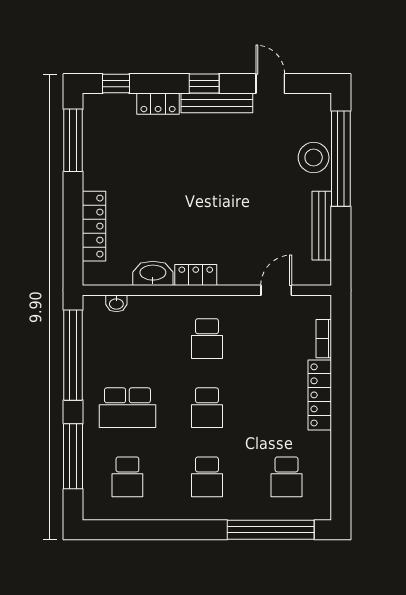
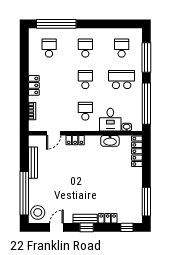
door: (270, 84) -> (56, 227), swing flipped
bench: (217, 103) -> (85, 219), width x0.73
stool: (314, 158) -> (38, 212), moved
locker: (94, 226) -> (137, 151), moved
locker: (196, 275) -> (75, 140), moved
desk: (152, 320) -> (110, 120), added
locker: (320, 395) -> (34, 85), width x0.66

